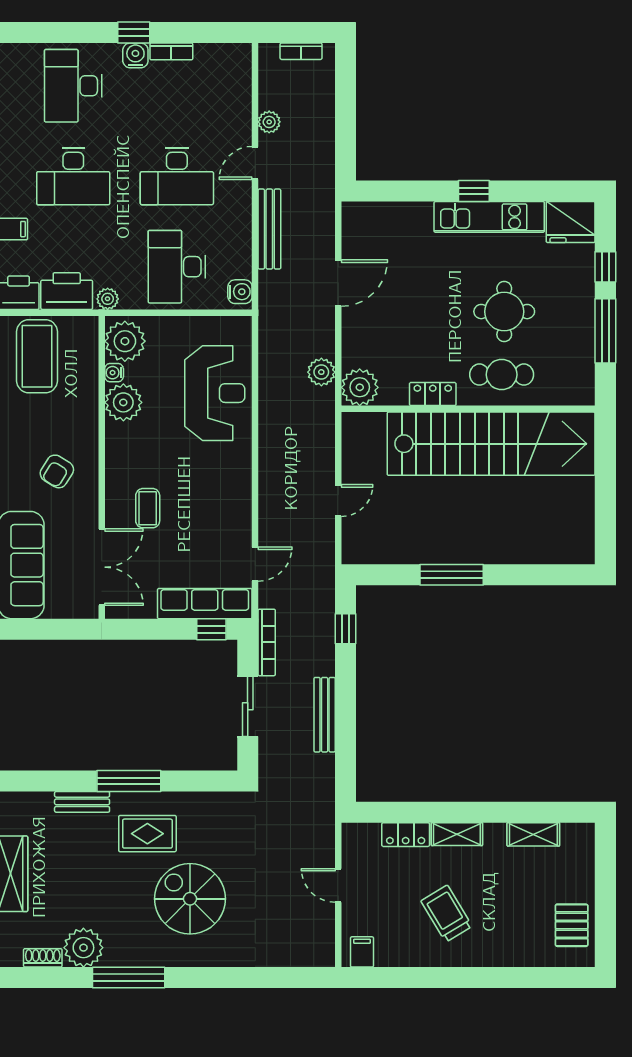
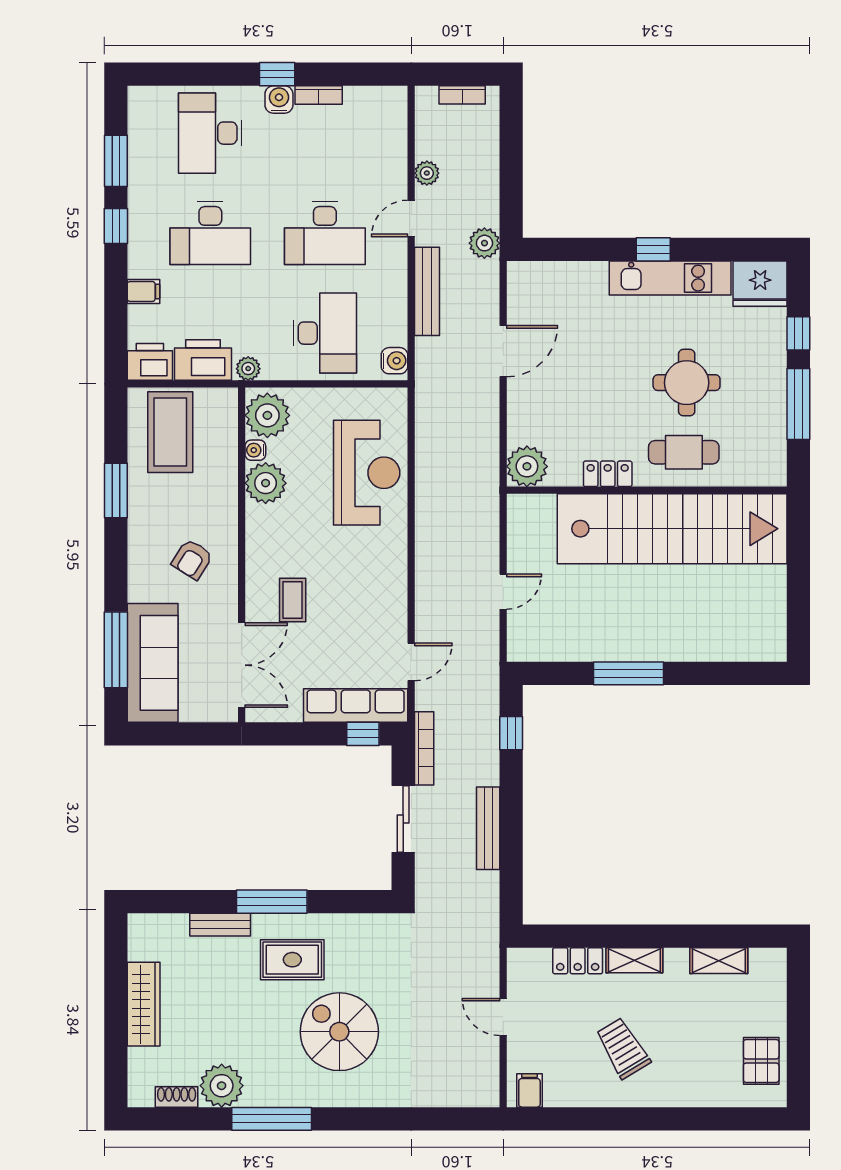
desk: (177, 267) -> (325, 333), turned 180
plant: (321, 372) -> (484, 243), moved

